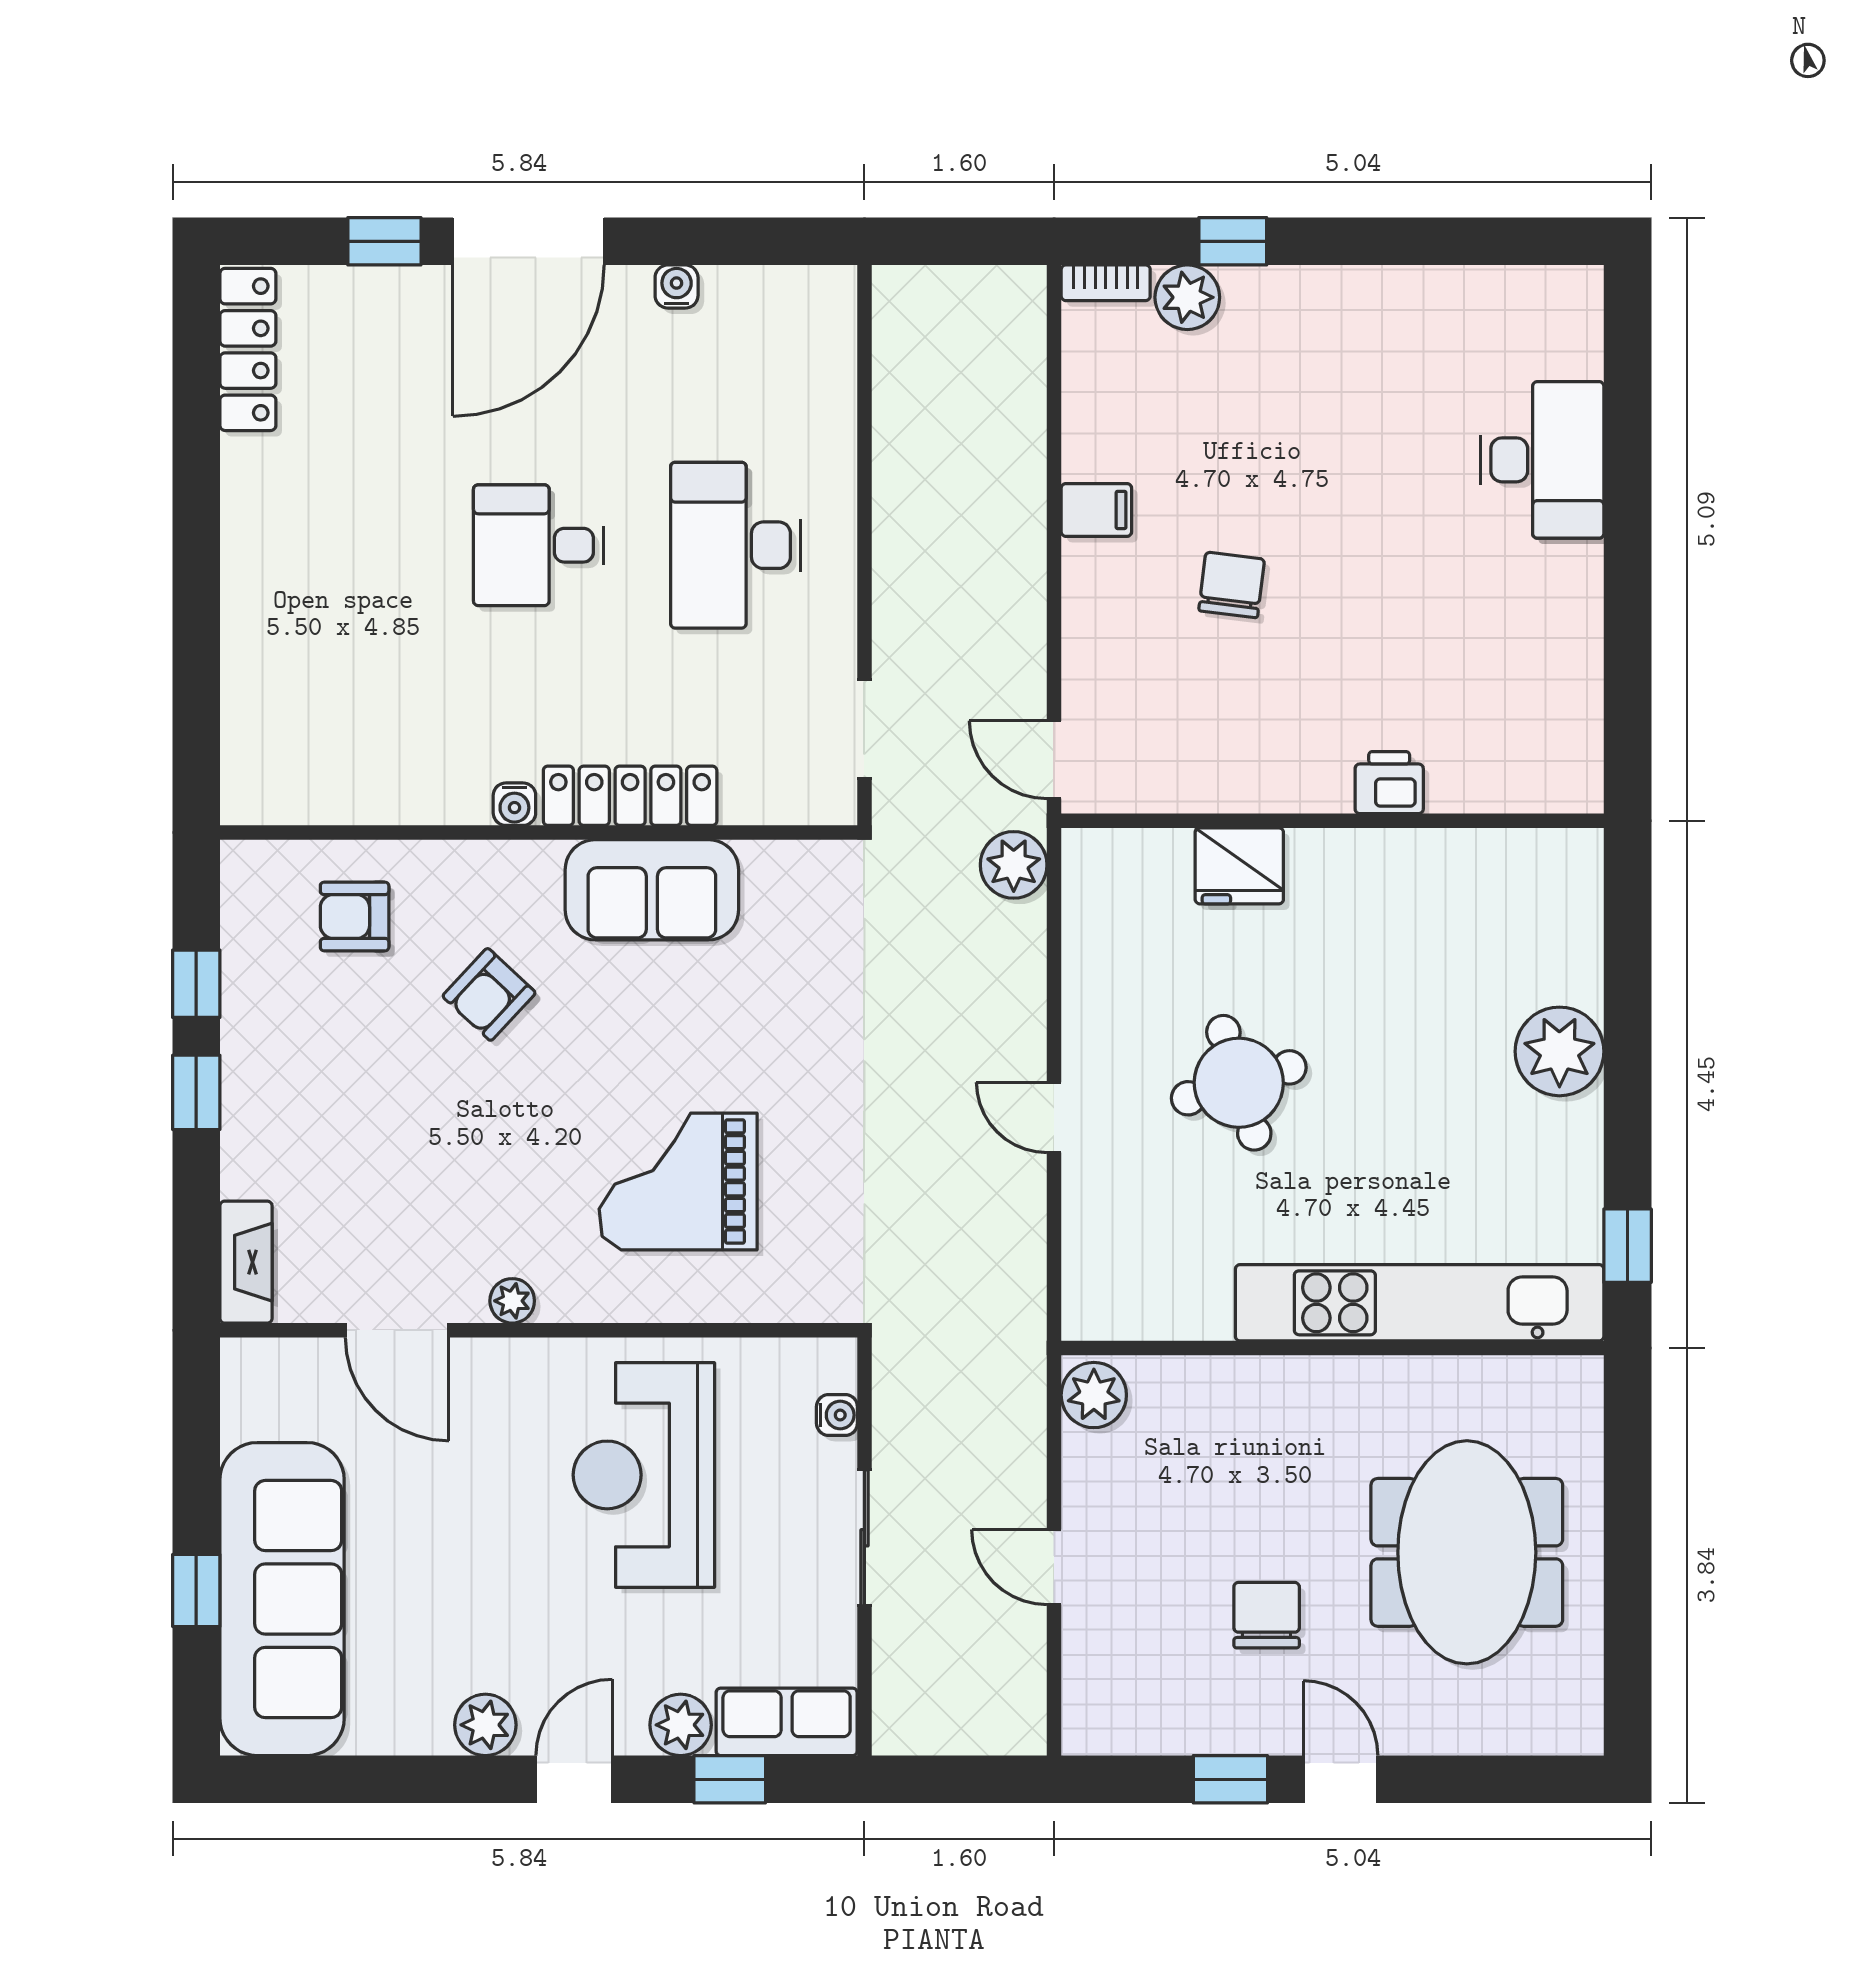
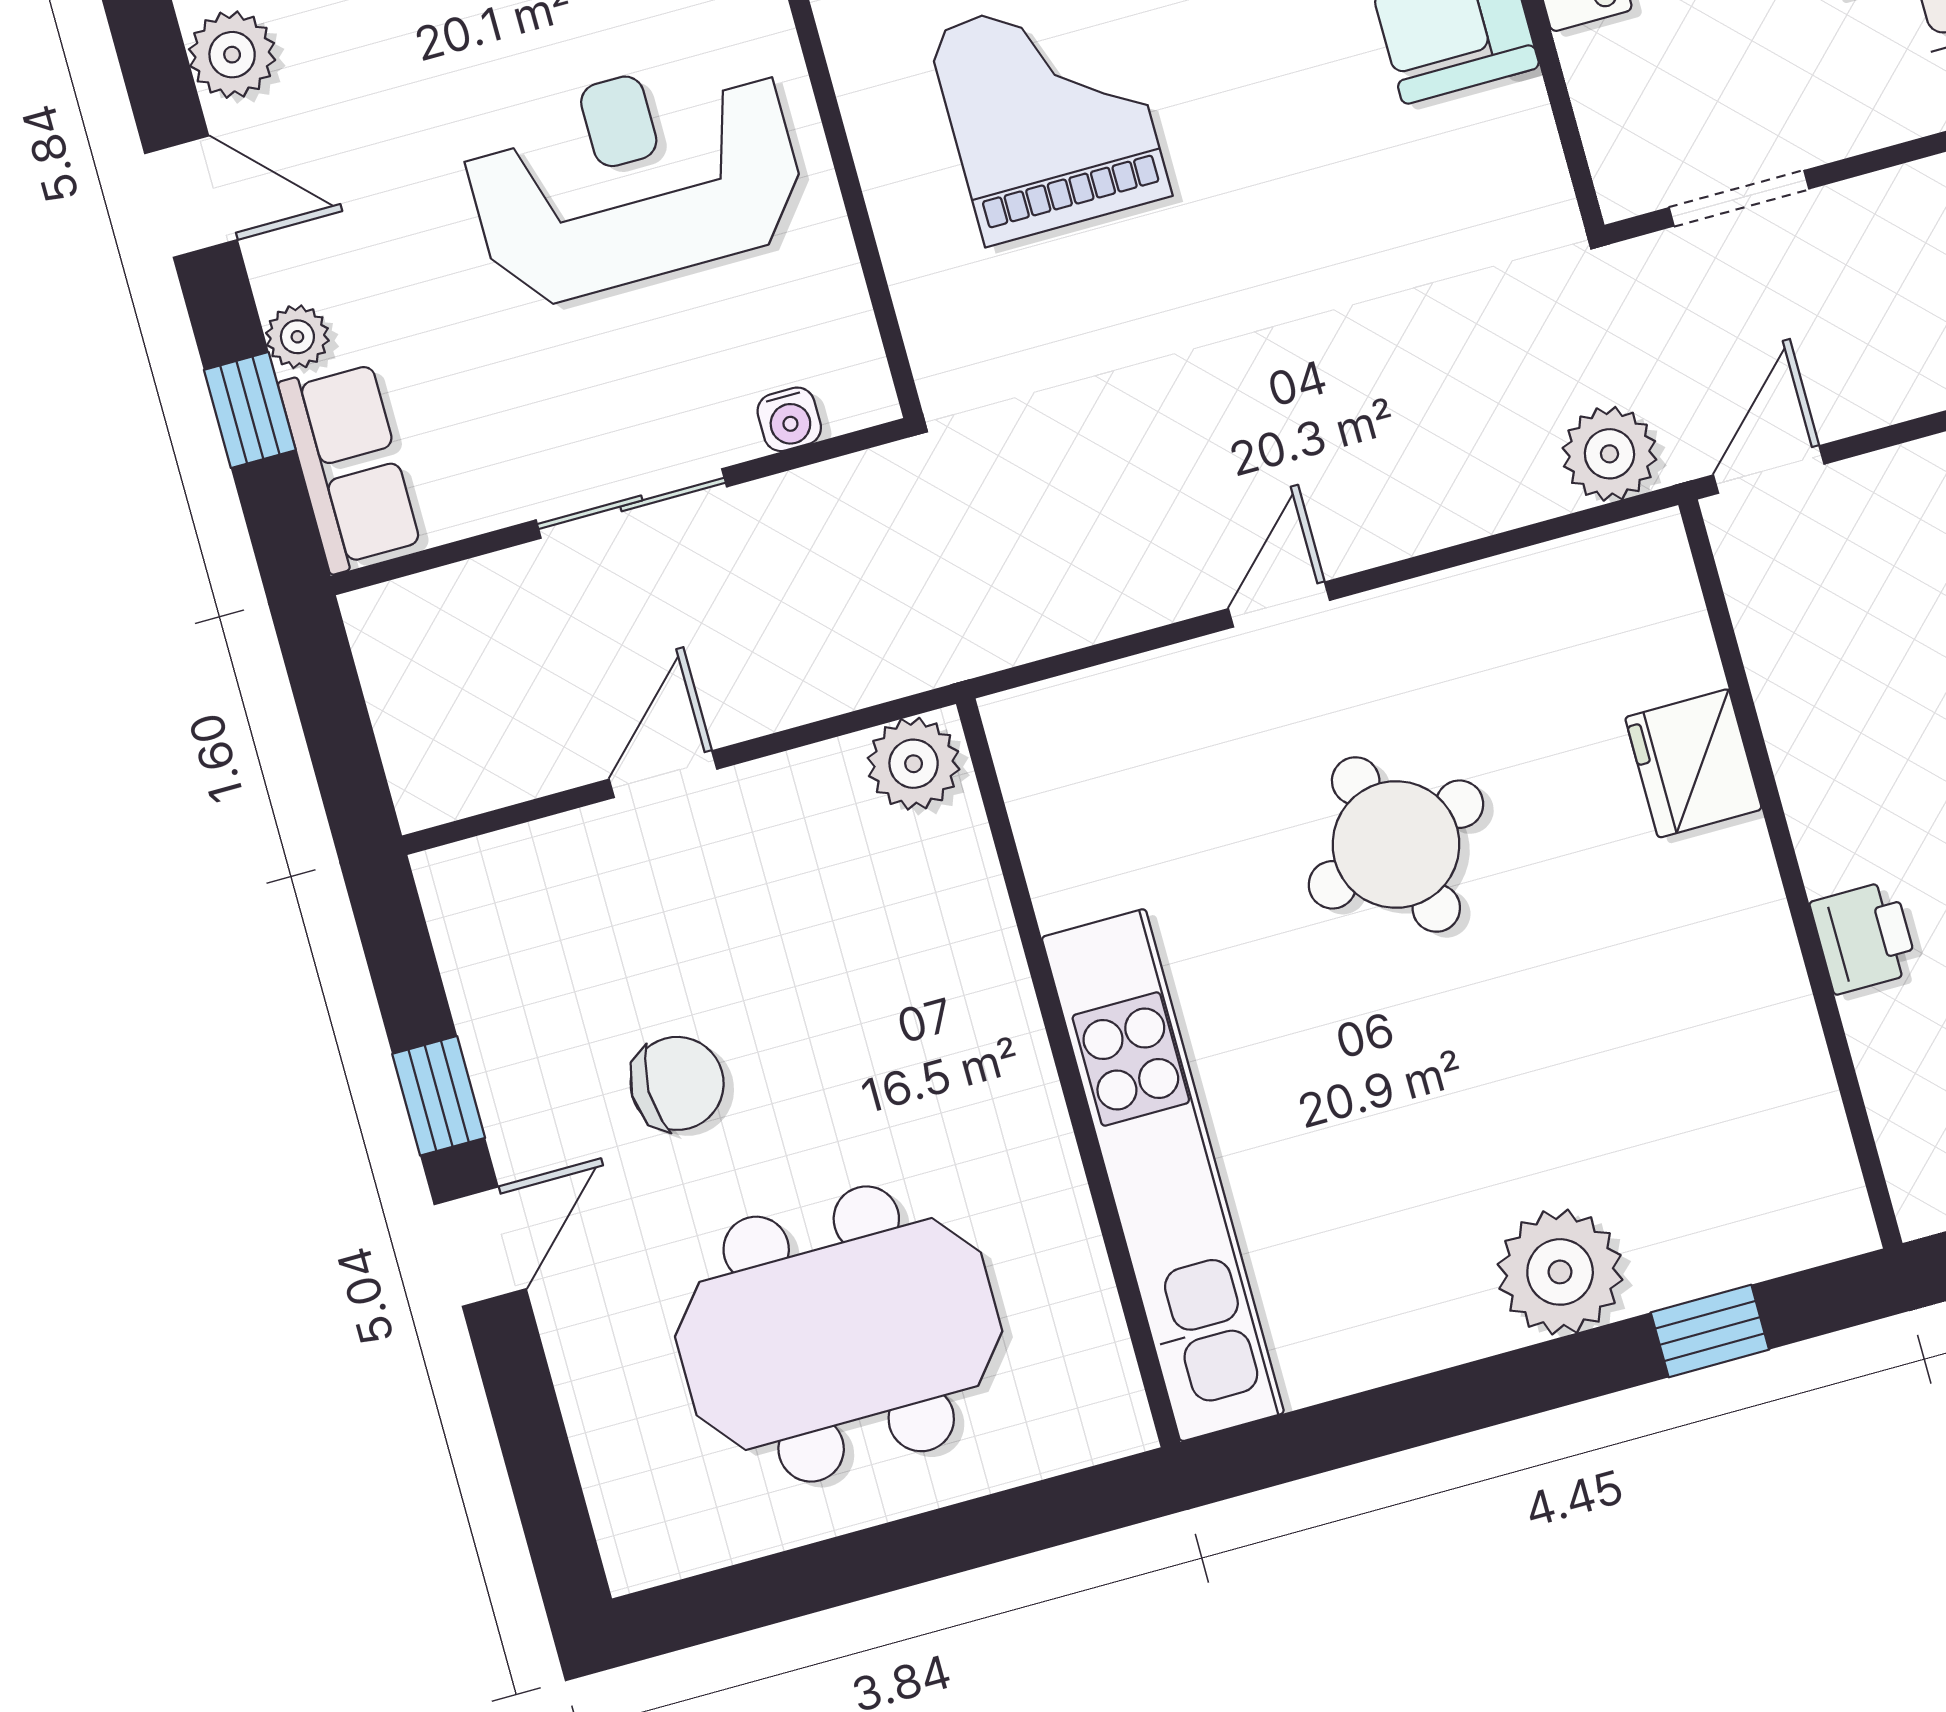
window: (1628, 1246) -> (1710, 1331), moved
plant: (681, 1725) -> (297, 337), width x0.73, depth x0.73

